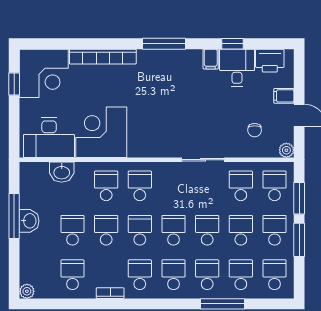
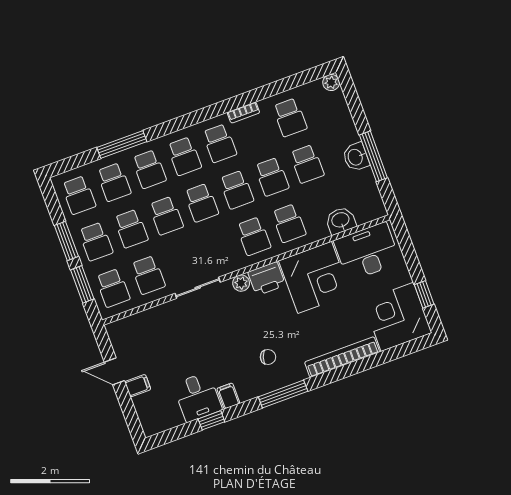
printer: (270, 61) -> (267, 279), moved, turned 180
chair: (255, 130) -> (268, 357), moved, turned 109
plant: (286, 150) -> (241, 283), moved

